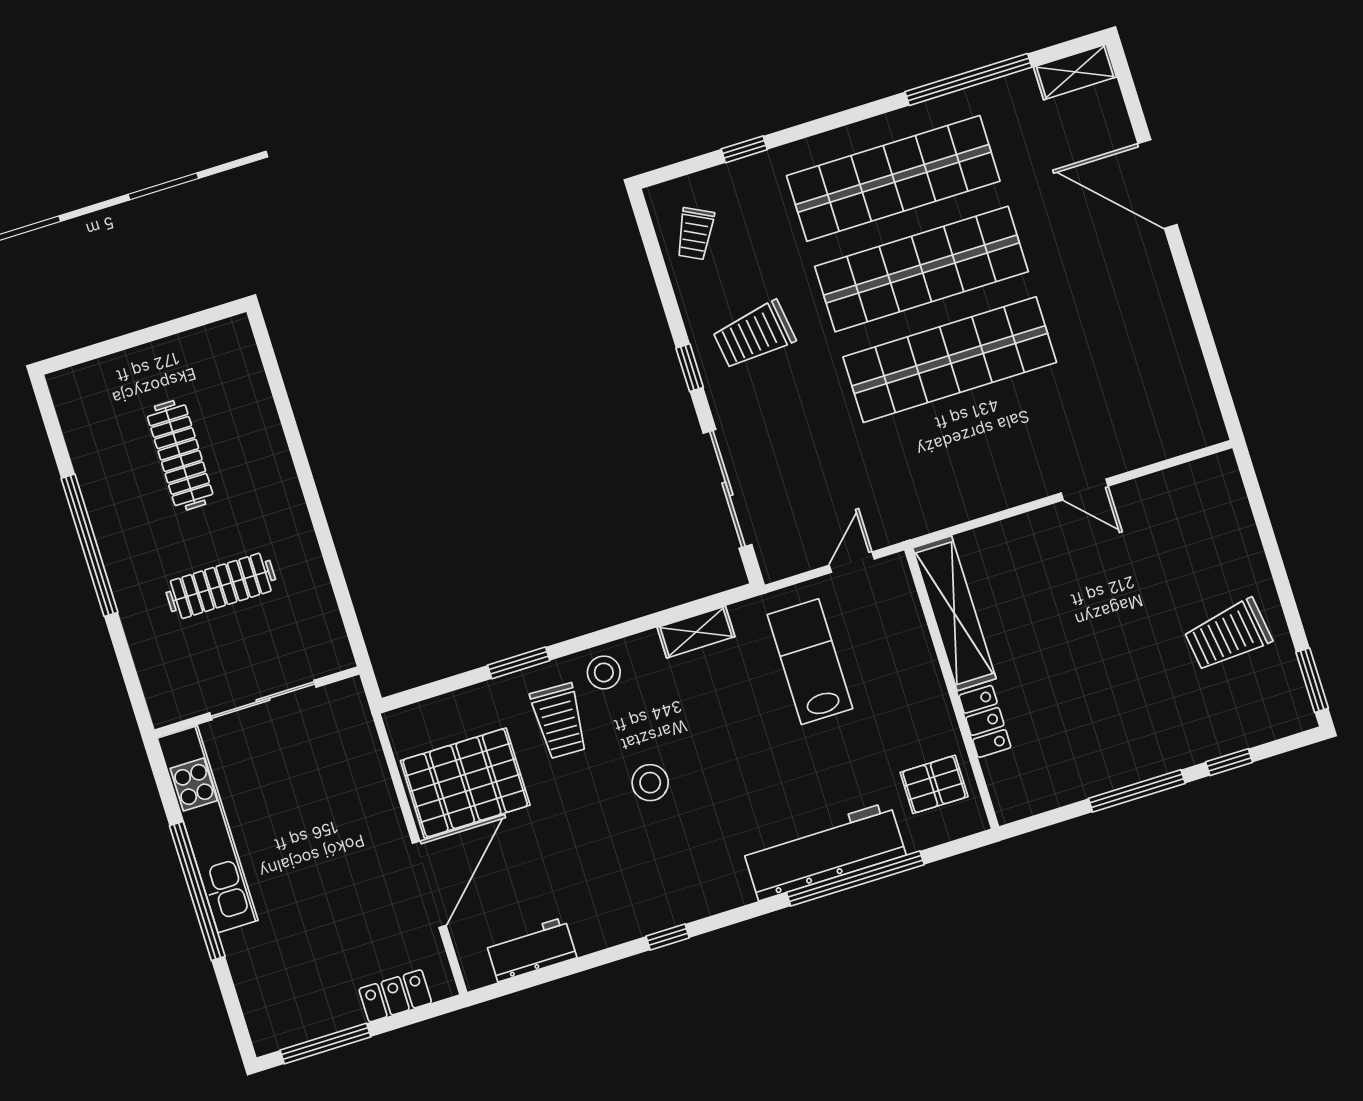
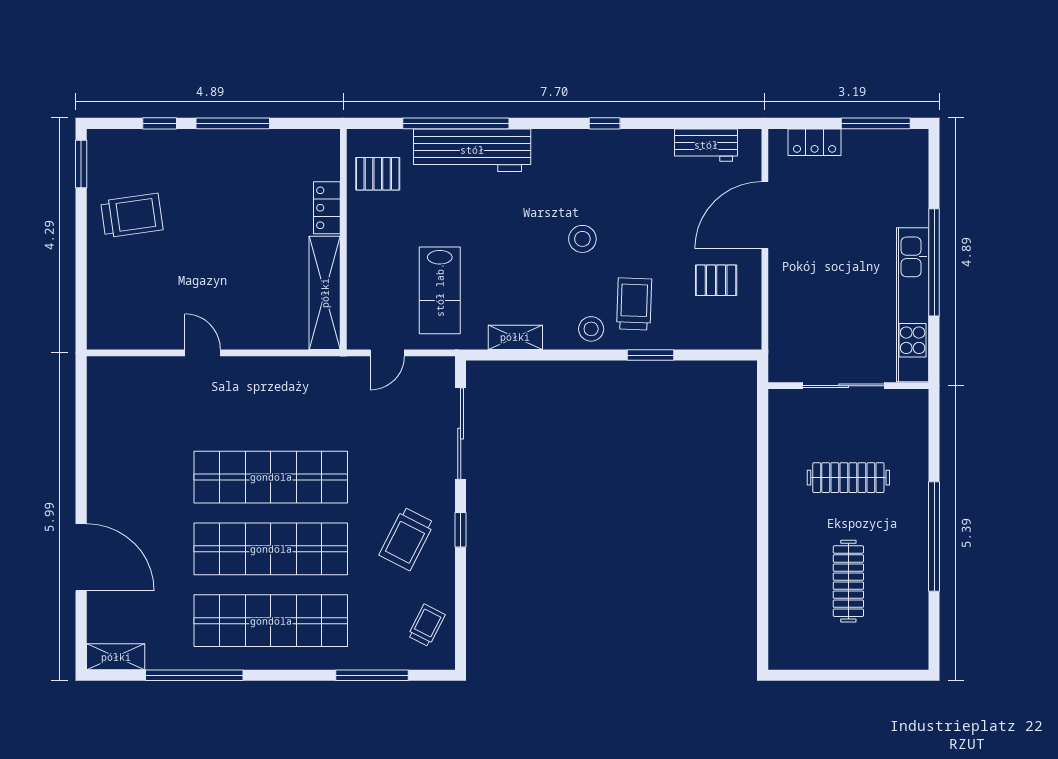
window: (744, 149) -> (372, 675), width x2.17
trolley: (754, 335) -> (407, 539), turned 125
pallet: (465, 783) -> (716, 280), width x0.49, depth x0.50

